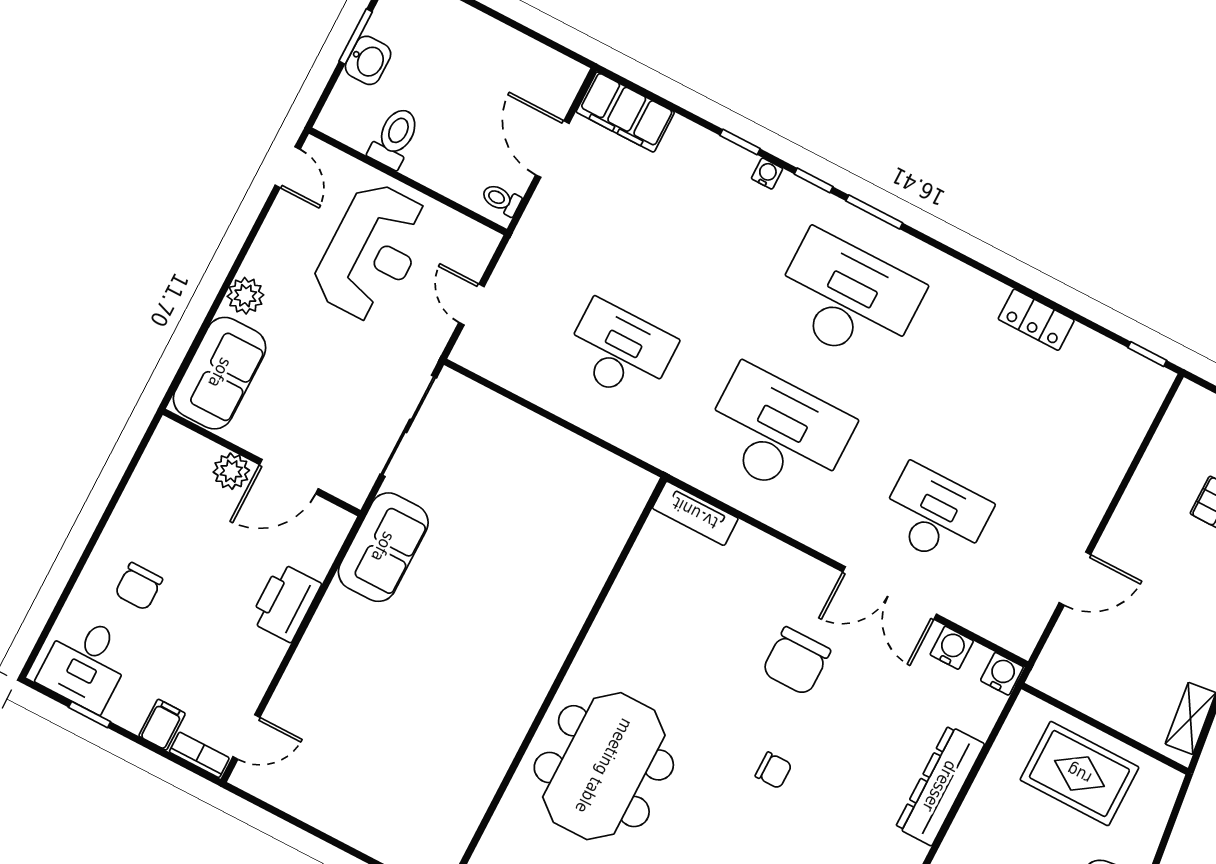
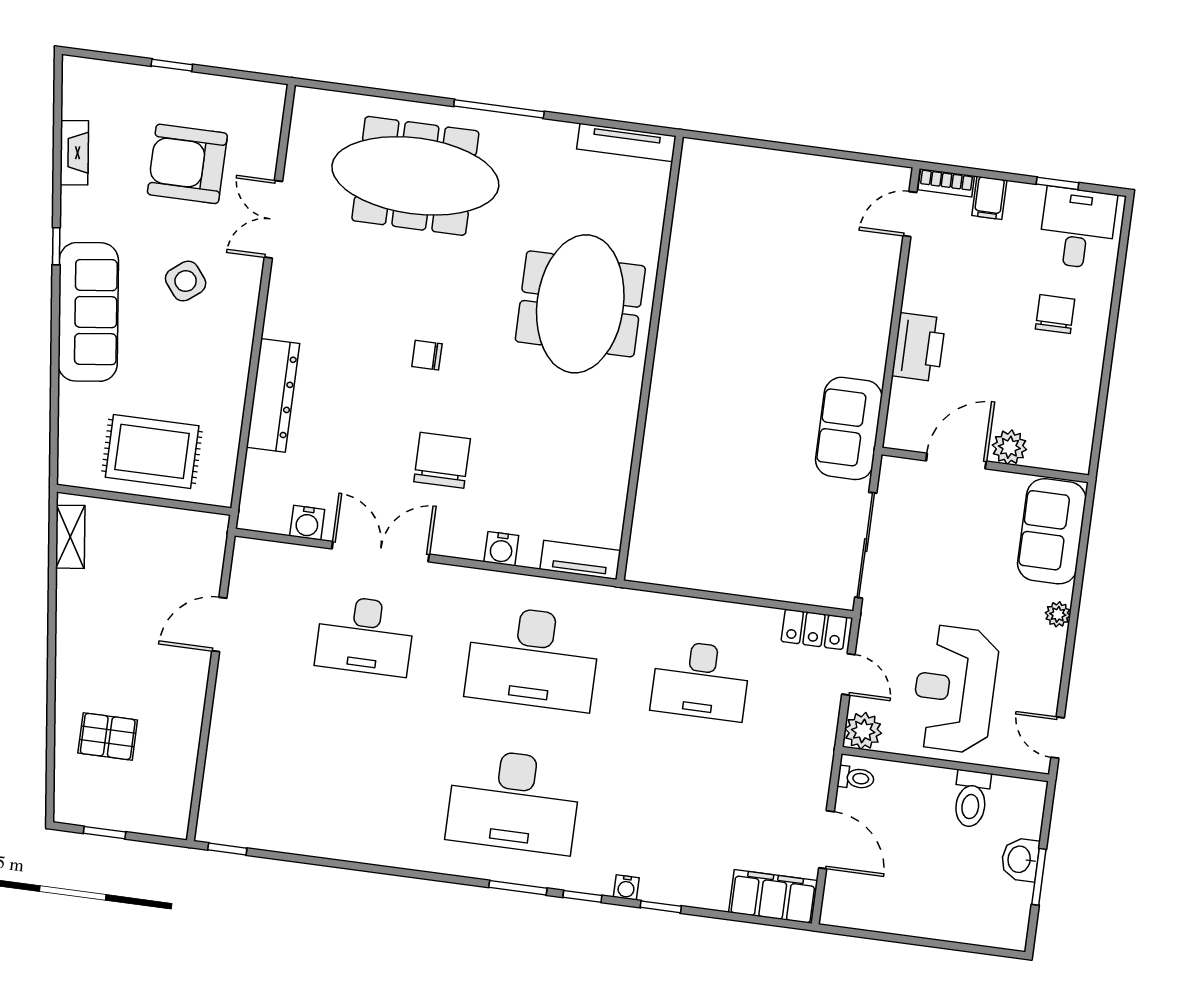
plant: (477, 243) -> (863, 731), added
plant: (245, 296) -> (1058, 614), width x0.73, depth x0.73
locker: (1036, 320) -> (814, 629), moved, turned 180
water cooler: (1002, 674) -> (501, 549), moved

